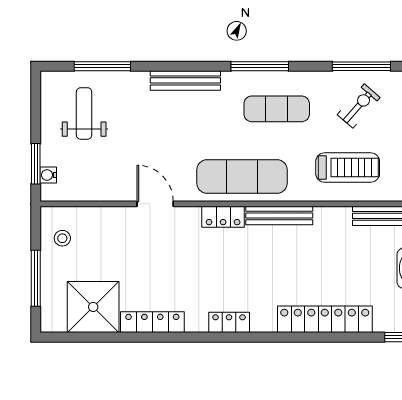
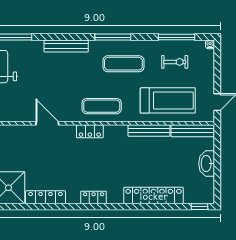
exercise bike: (359, 106) -> (175, 62), turned 49
treadmill: (348, 168) -> (168, 100), width x1.37, depth x1.38
exercise mat: (242, 177) -> (102, 106), width x0.73, depth x0.69
bench: (279, 215) -> (149, 130), moved

